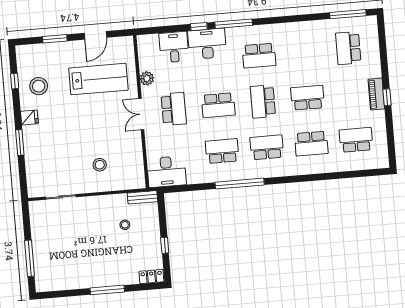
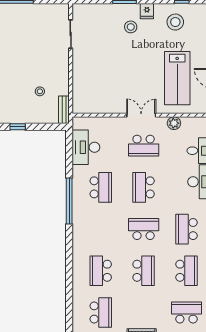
school desk: (267, 147) -> (186, 271), moved
stool: (100, 165) -> (131, 27), moved
desk: (166, 172) -> (86, 147), moved

